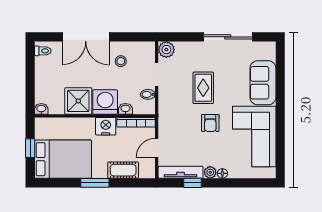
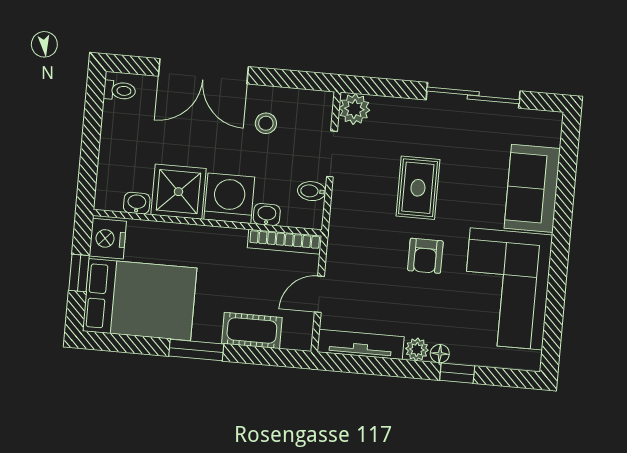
washbasin: (41, 109) -> (137, 203), moved
nightstand: (106, 126) -> (108, 239), moved, turned -90
window: (192, 183) -> (457, 373), moved

